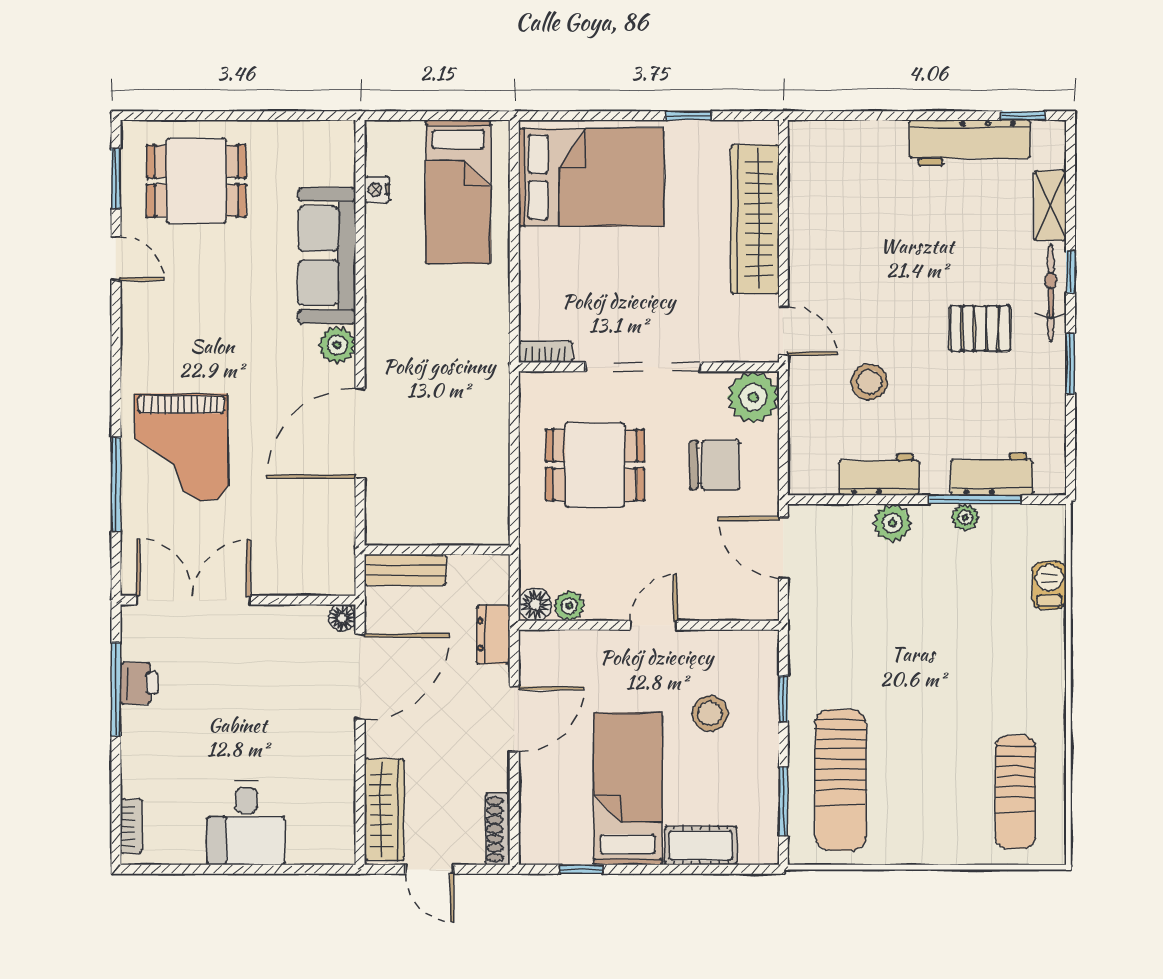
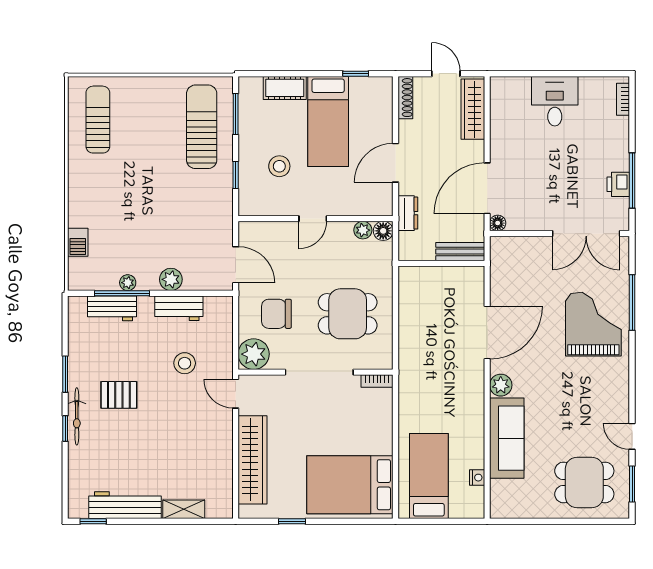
shelving: (1050, 206) -> (184, 509), moved, turned 90

